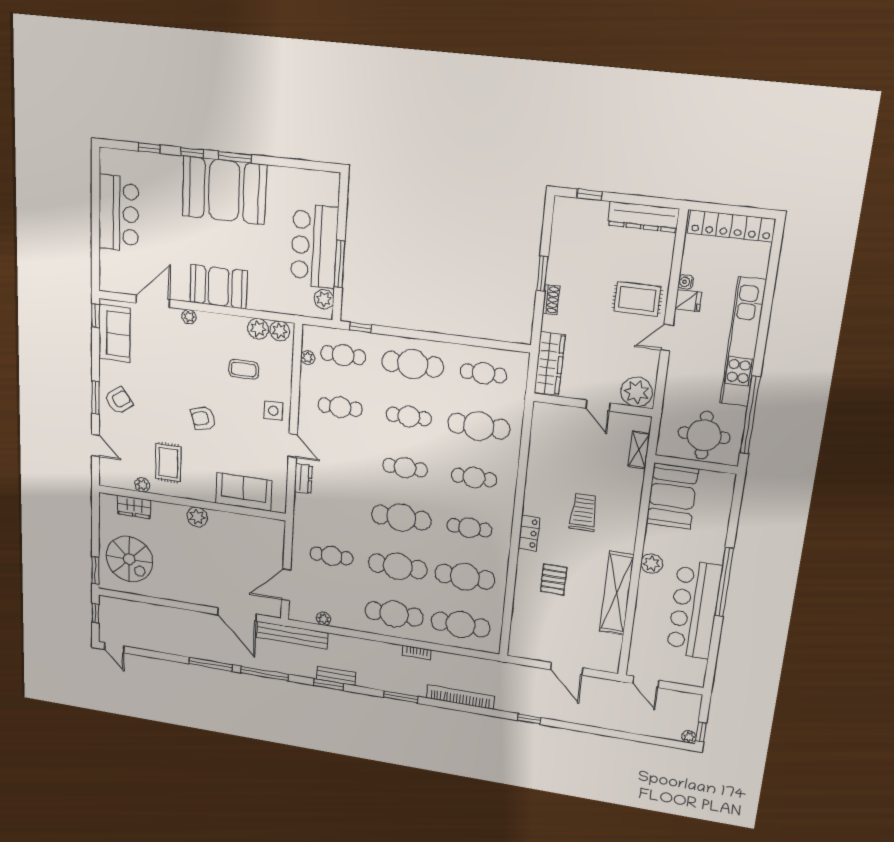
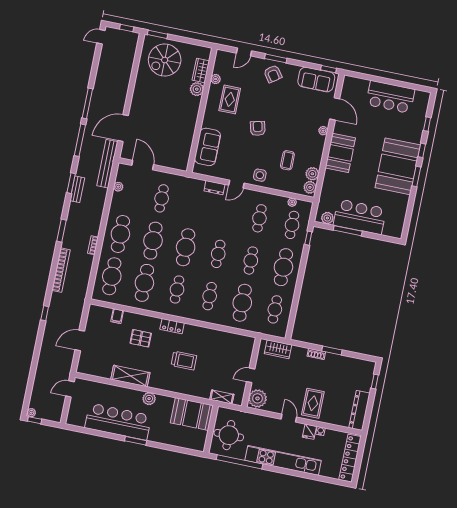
wardrobe: (550, 364) -> (278, 349), width x0.67
rug: (168, 463) -> (230, 99), turned 90
plant: (197, 517) -> (197, 89), moved
window: (724, 582) -> (136, 441), width x0.47
shelving: (617, 593) -> (130, 376), width x0.68
filing cabinet: (522, 615) -> (117, 316), added

